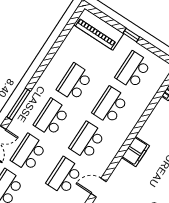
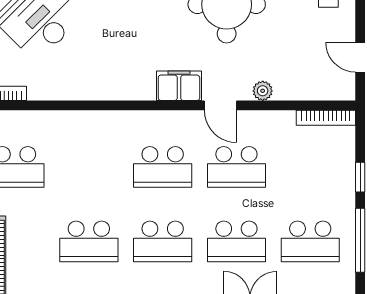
school desk: (110, 106) -> (89, 167), removed
filing cabinet: (135, 152) -> (179, 86), moved

